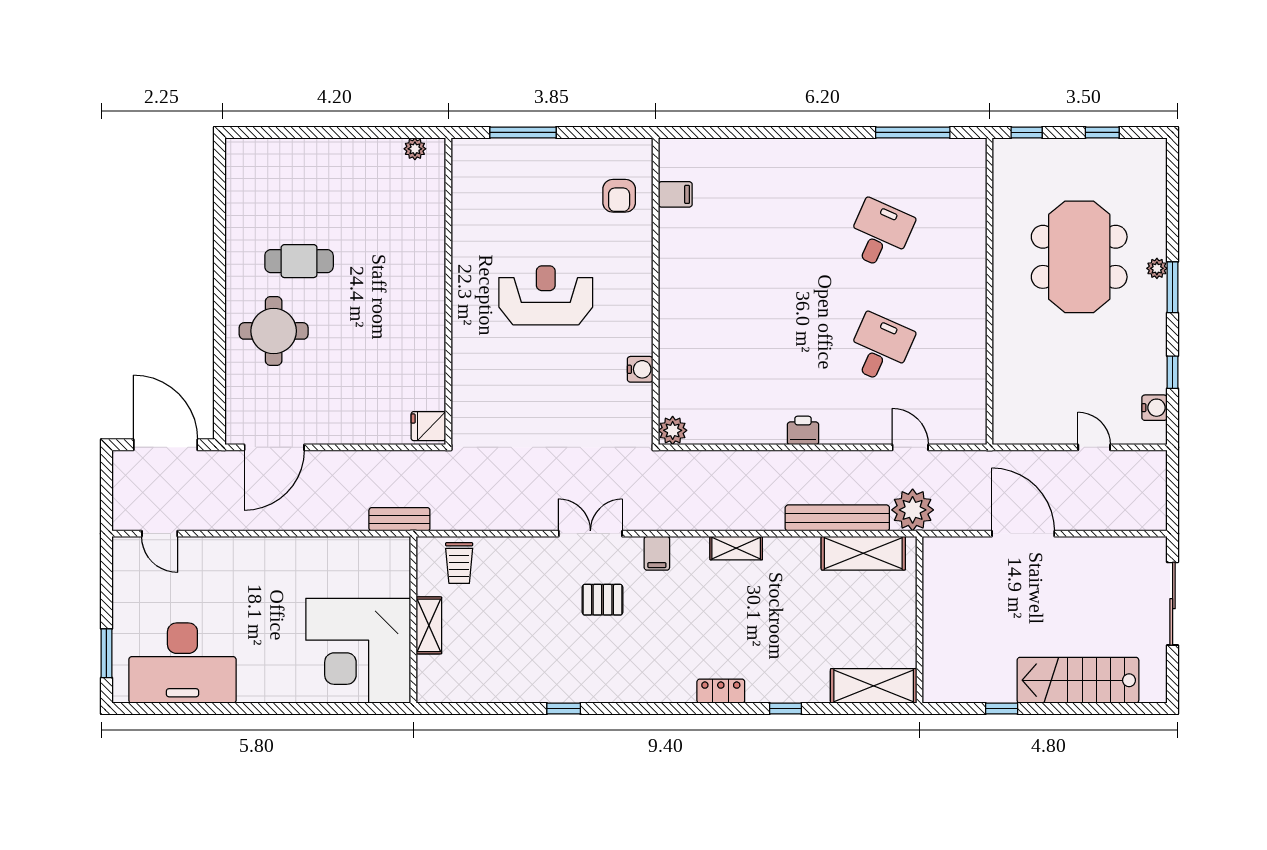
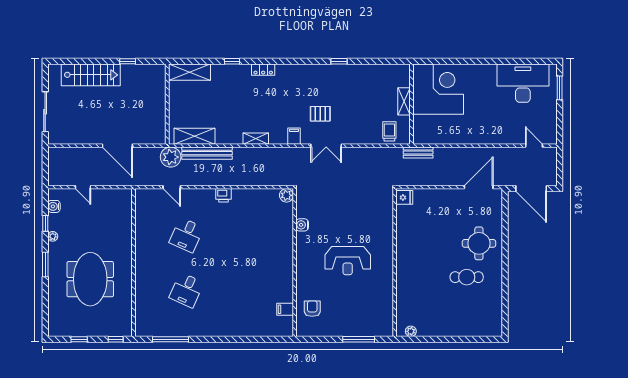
plant: (1157, 268) -> (53, 236), moved

